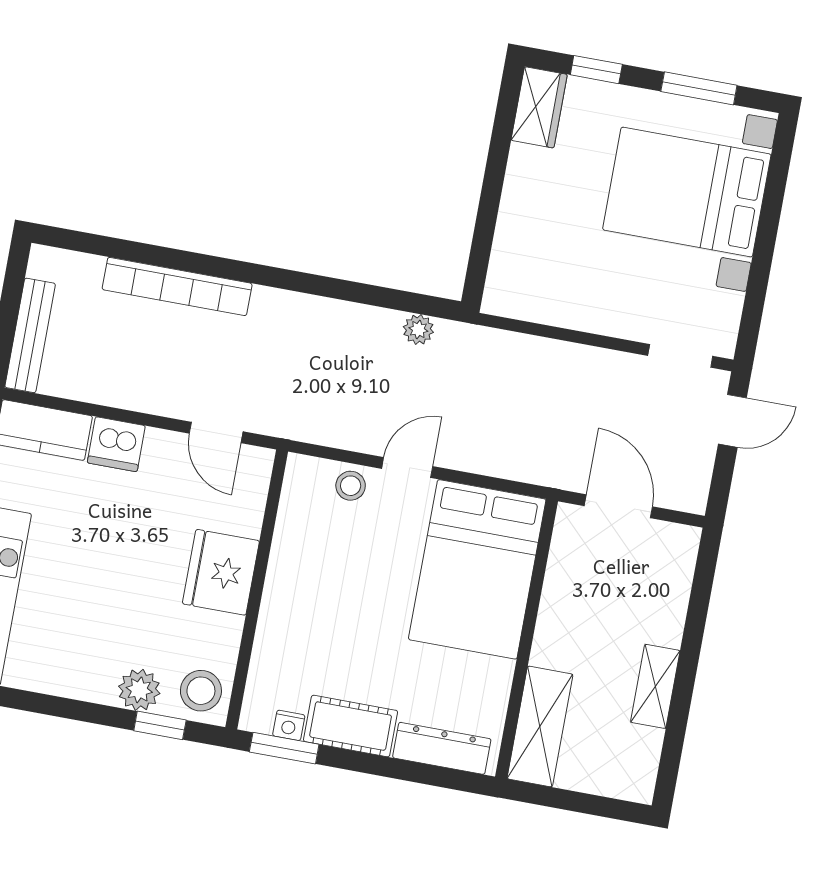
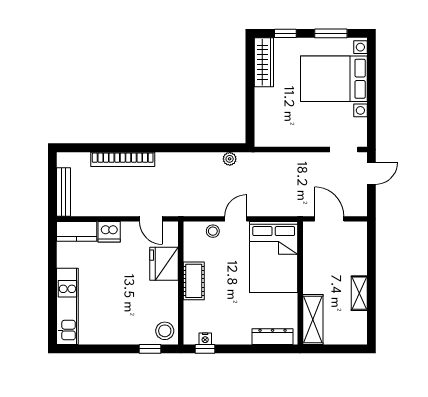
wardrobe: (539, 107) -> (264, 62), width x1.50
fridge: (221, 572) -> (164, 264), moved
plant: (139, 690) -> (138, 335), removed
cot: (351, 726) -> (194, 281), moved, turned 90
window: (284, 748) -> (205, 349), width x0.67

